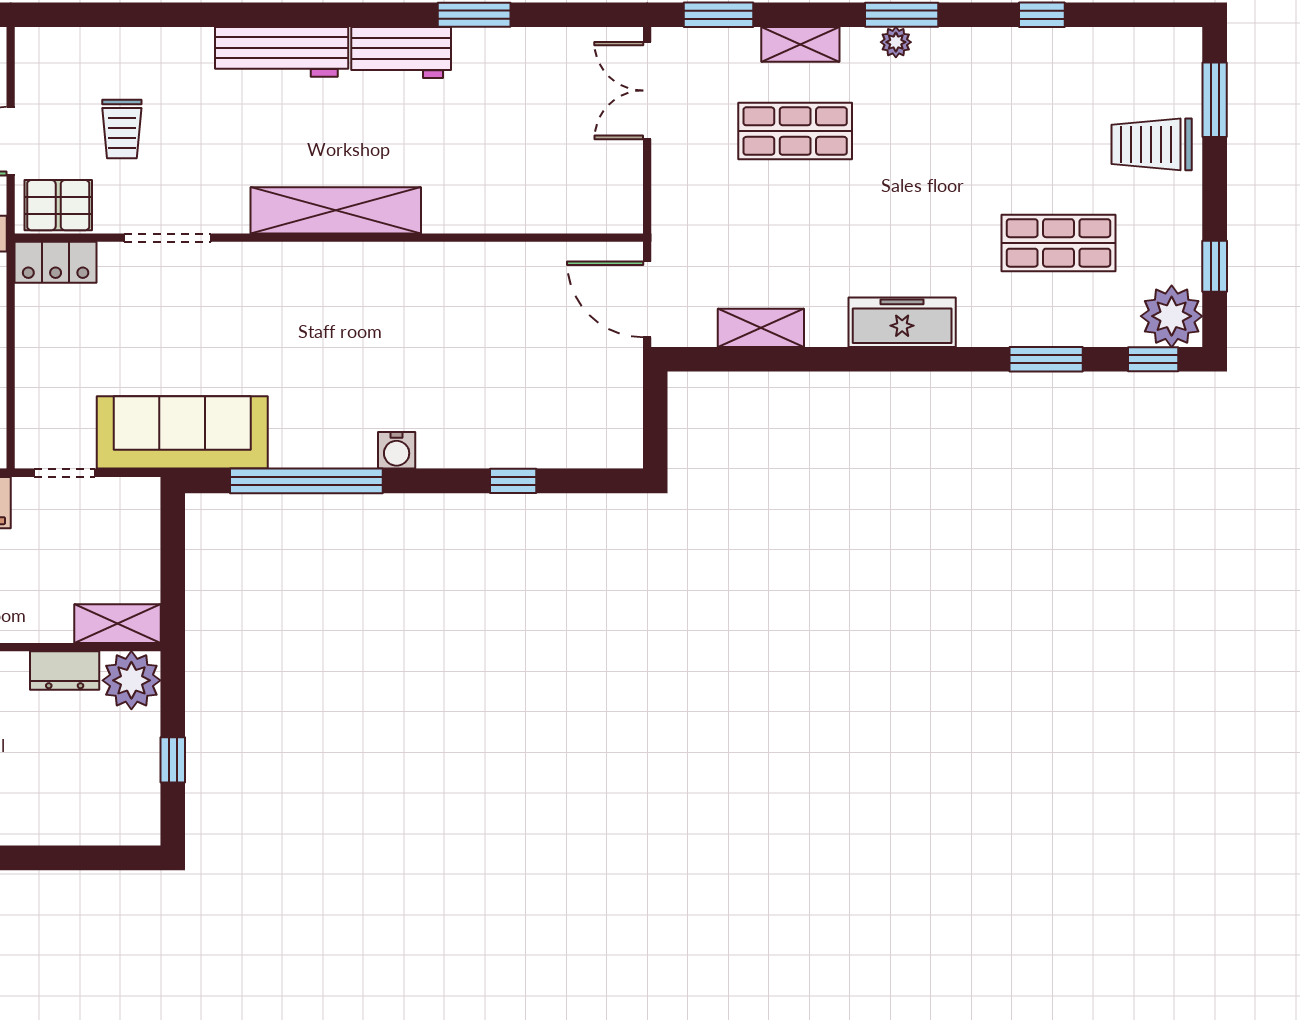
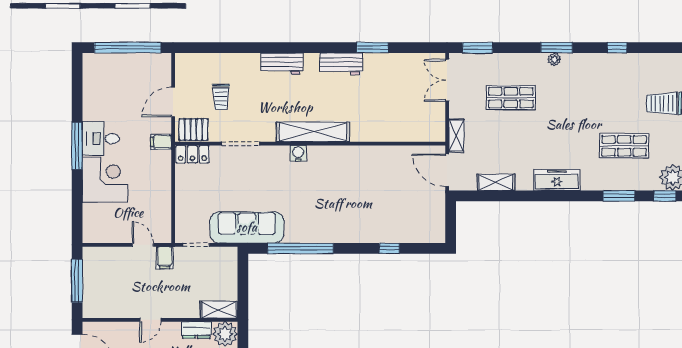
shelving: (800, 44) -> (456, 136), moved, turned 90
workbench: (282, 52) -> (282, 64), width x0.73
water cooler: (397, 450) -> (298, 153), moved, turned 180

